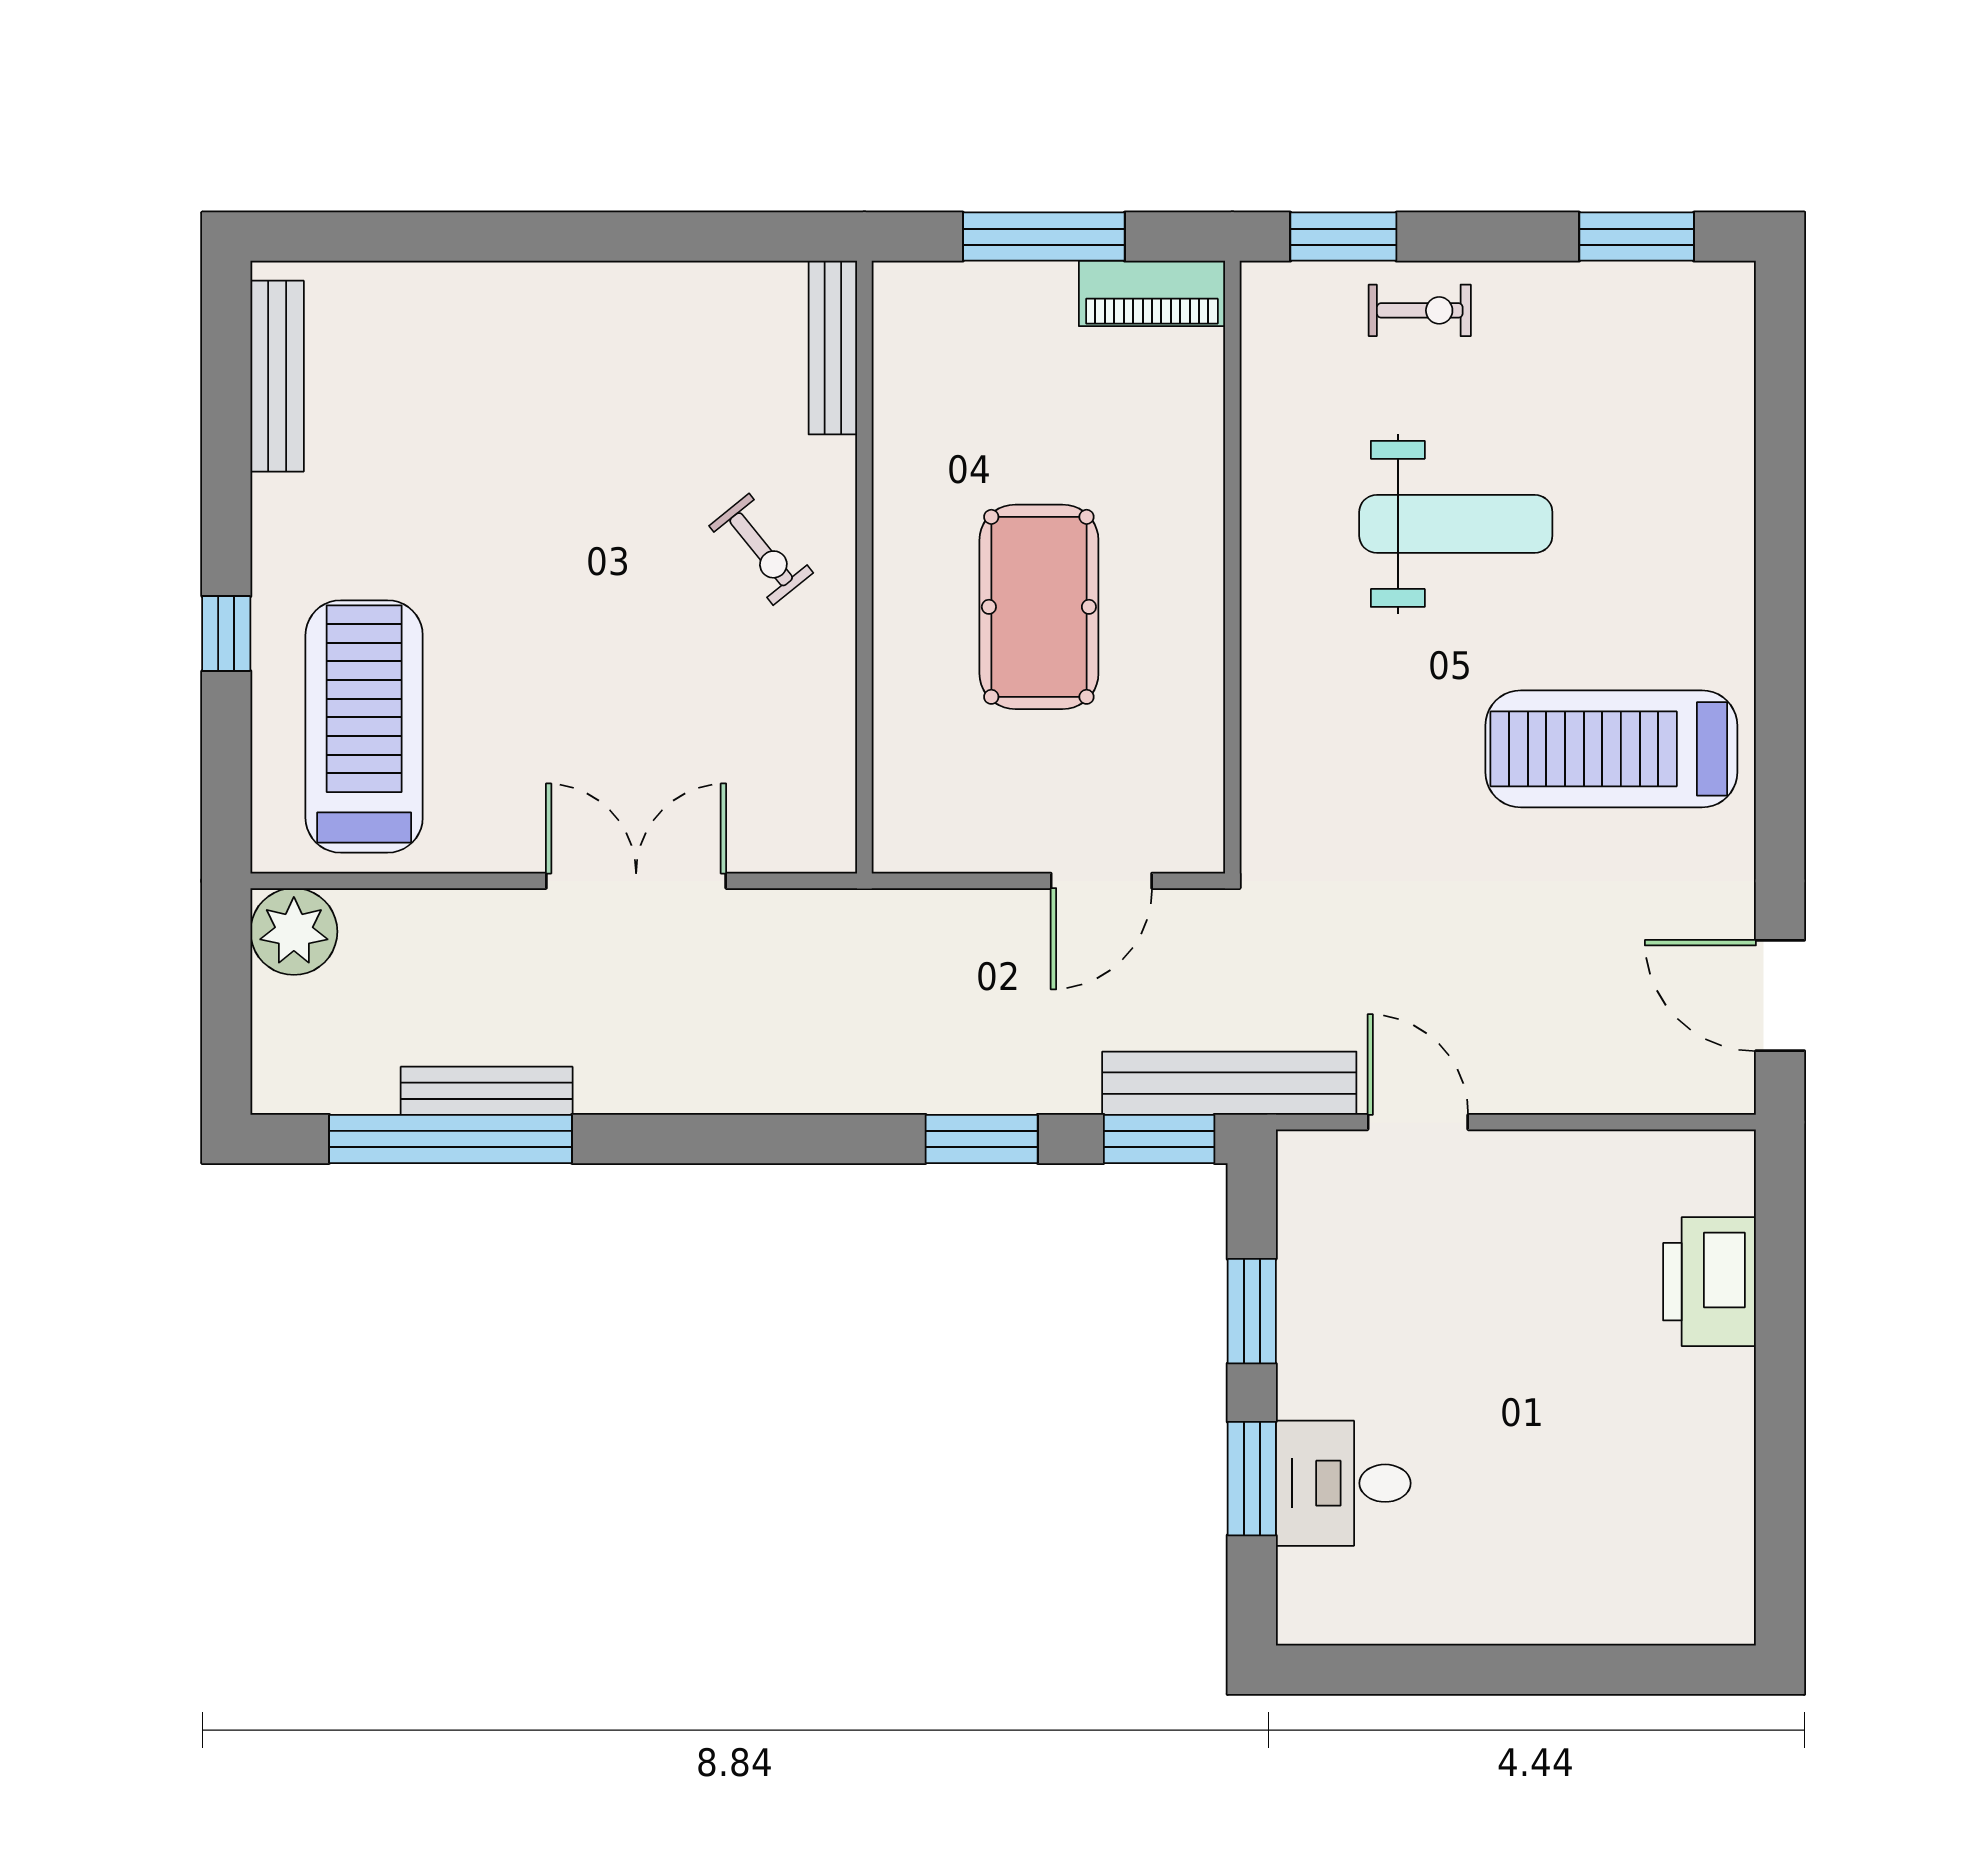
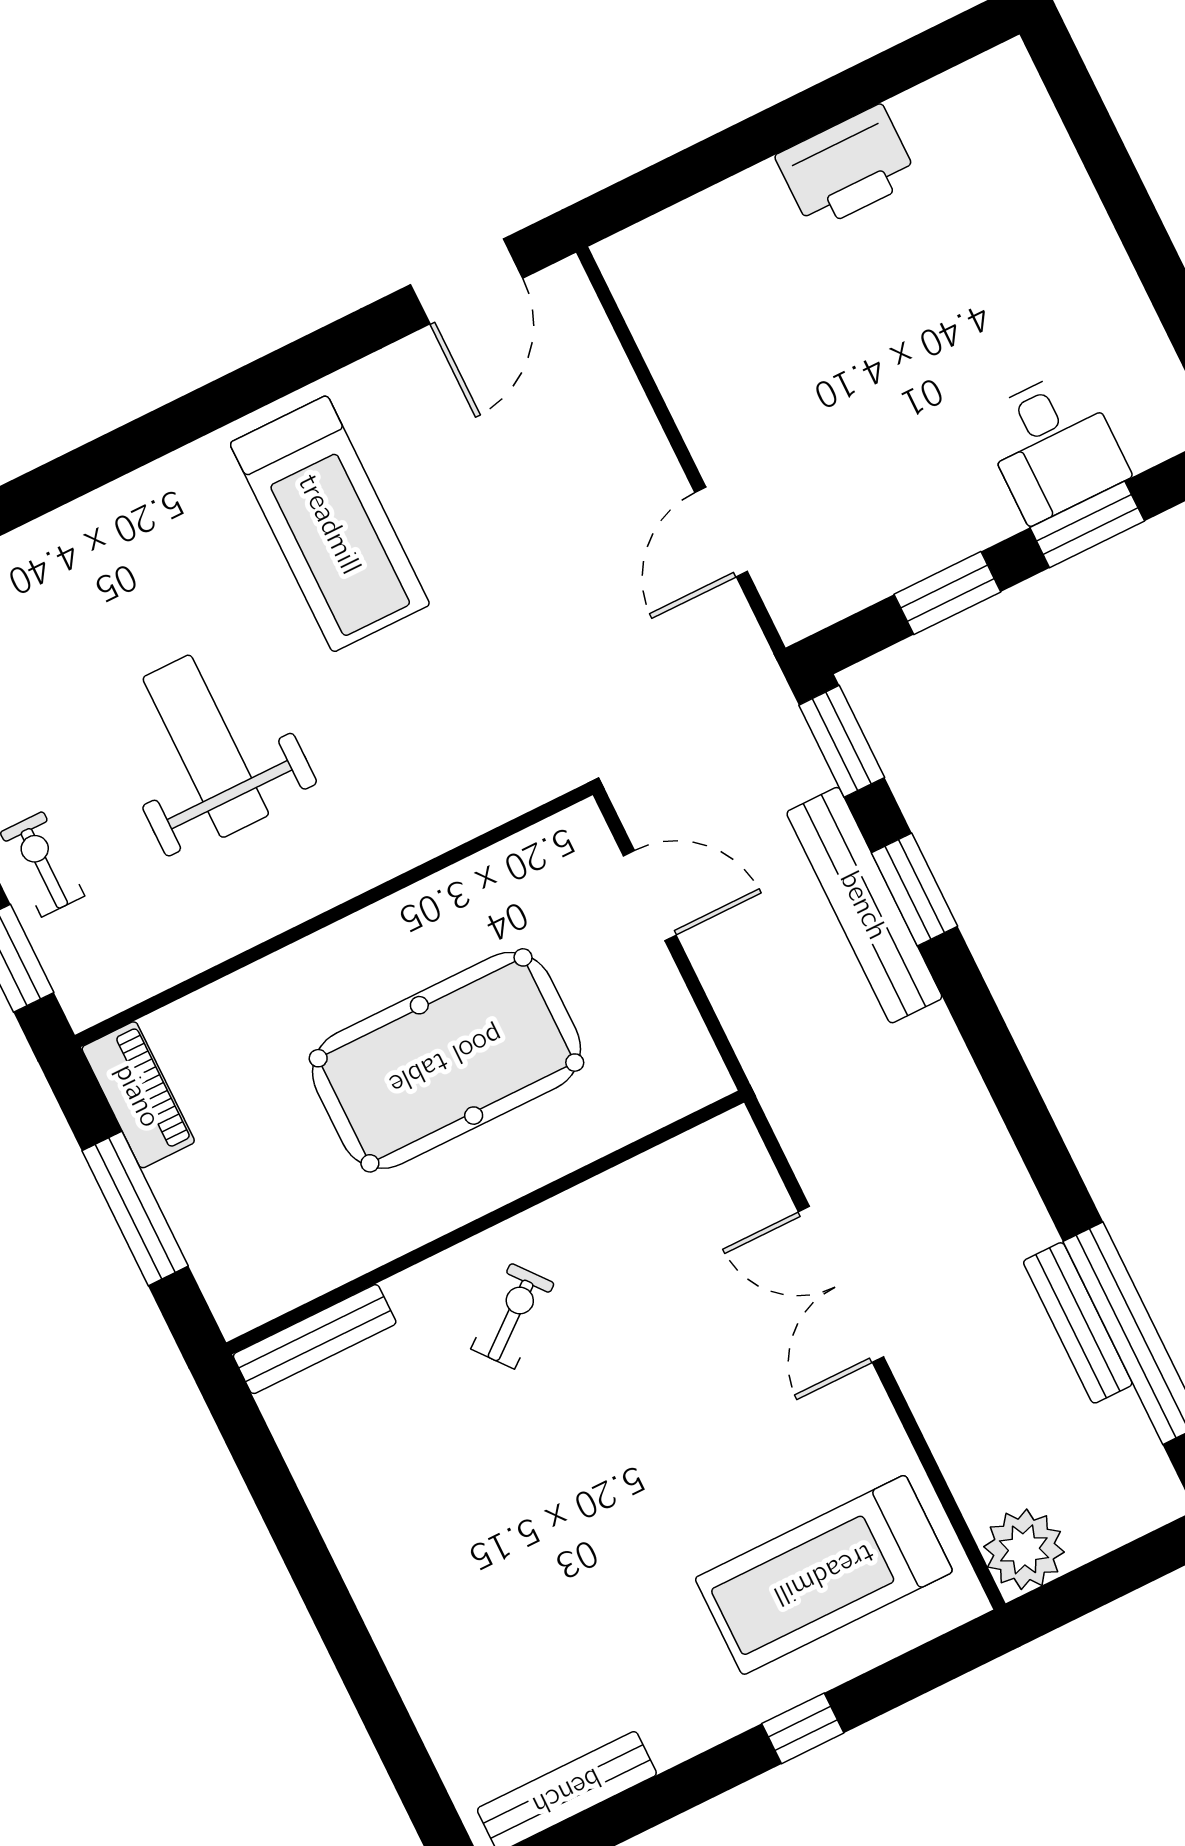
pool table: (1039, 607) -> (446, 1060), width x1.36, depth x1.32
bench: (1229, 1083) -> (864, 905), moved
printer: (1710, 1282) -> (847, 168), moved

